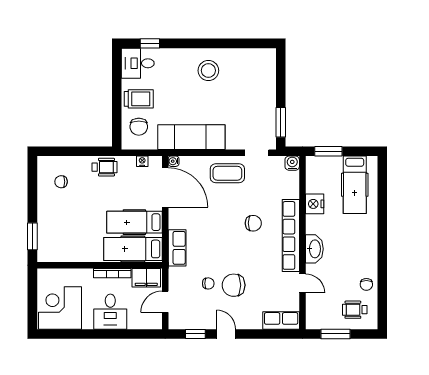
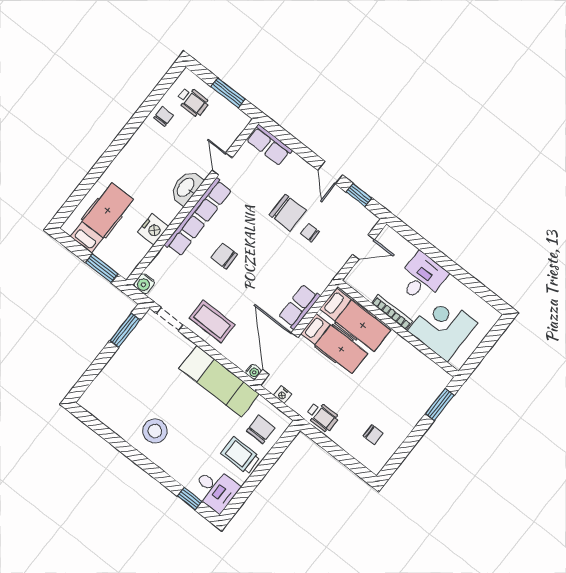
wheelchair: (104, 167) -> (322, 417), turned 180
row of seats: (177, 248) -> (299, 307), moved
filing cabinet: (146, 278) -> (364, 283), removed
corner desk: (60, 308) -> (443, 327), moved, turned 180

